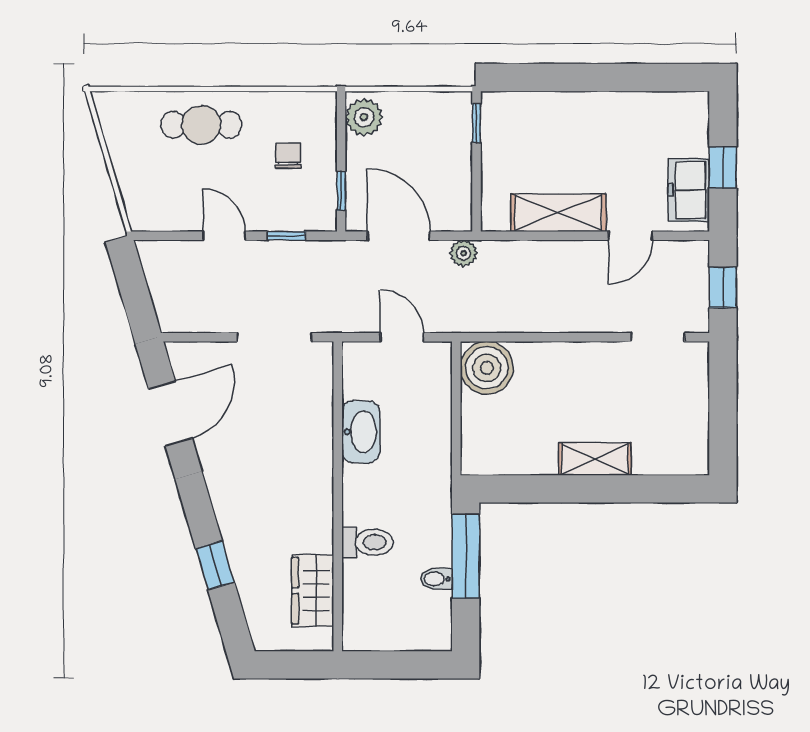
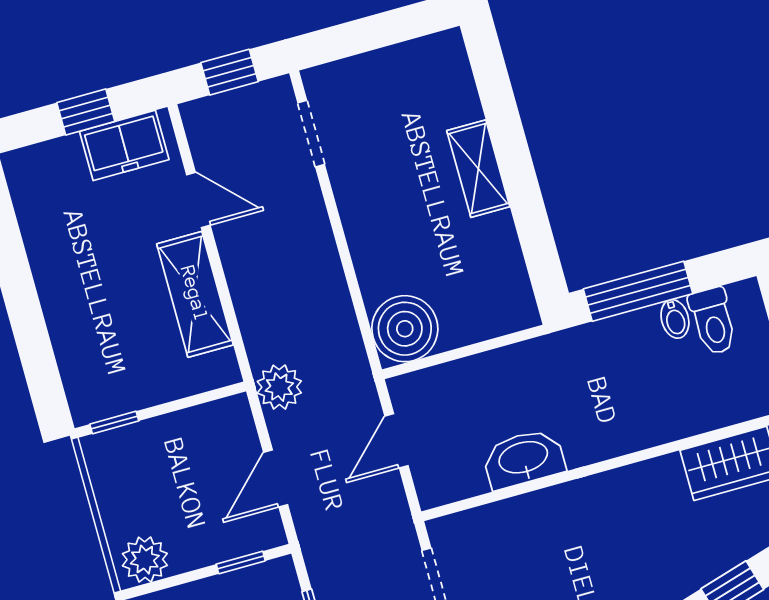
door: (399, 236) -> (276, 478), width x0.73
plant: (464, 253) -> (279, 387), width x1.38, depth x1.38
toilet: (367, 542) -> (713, 321), moved, turned 180

